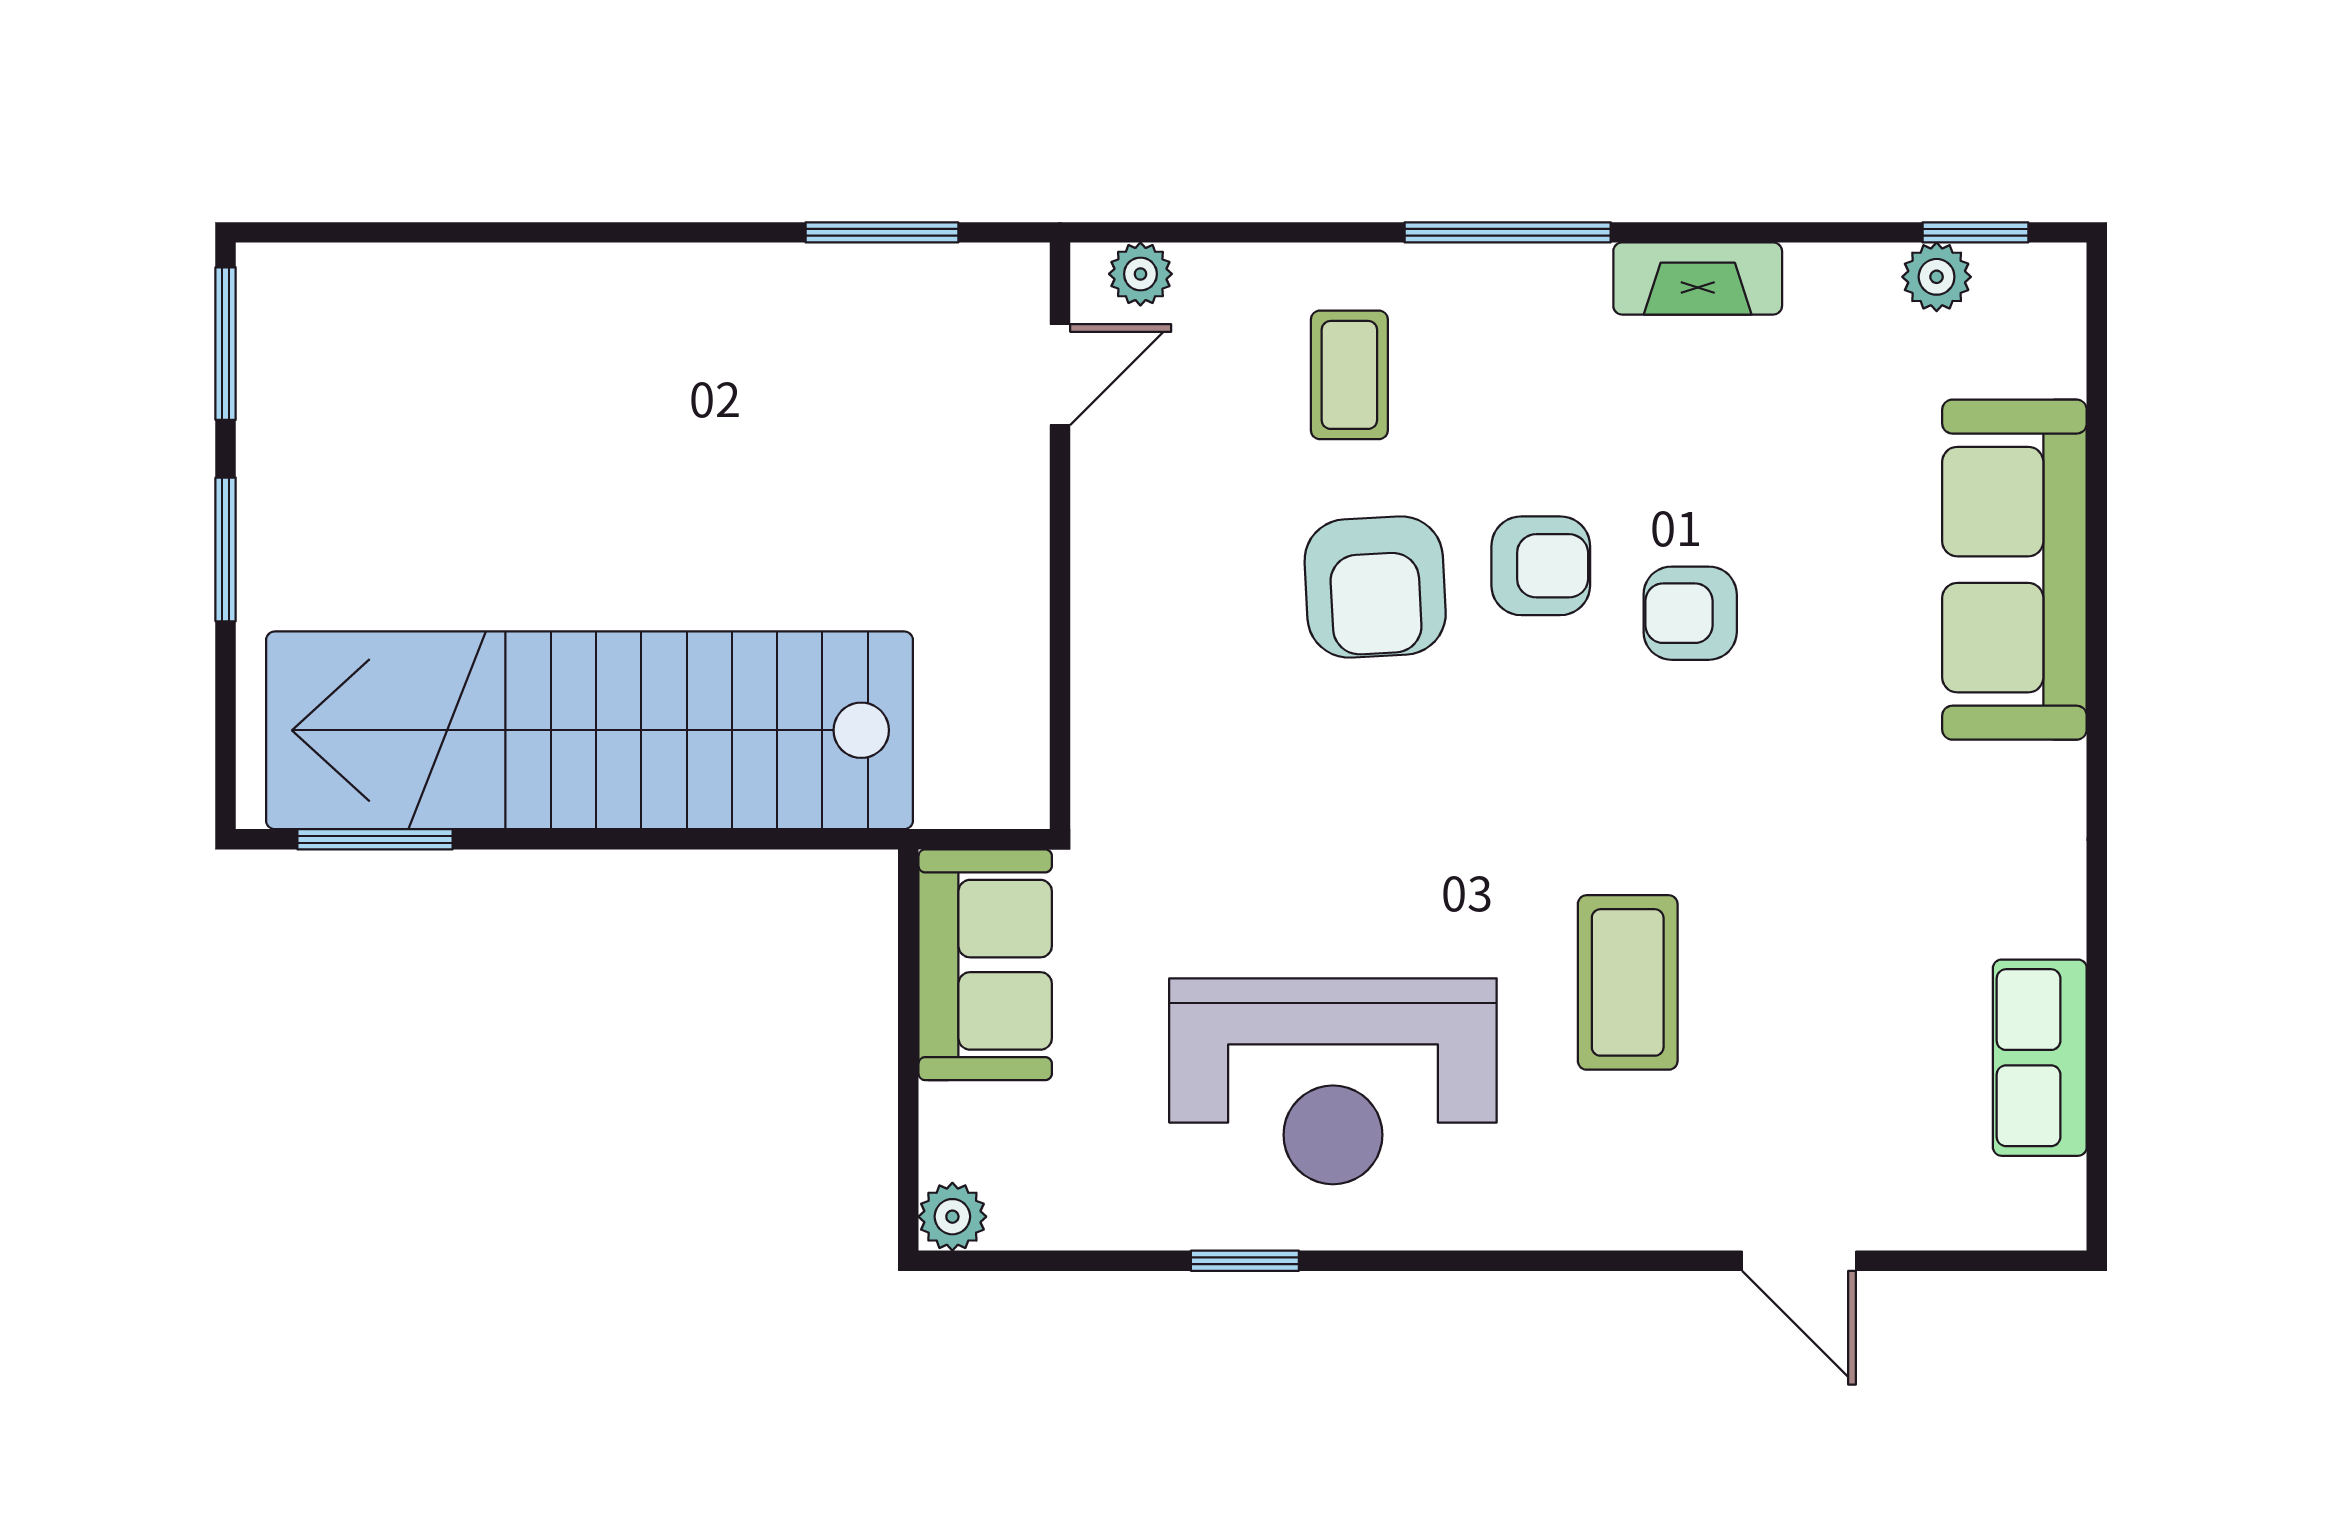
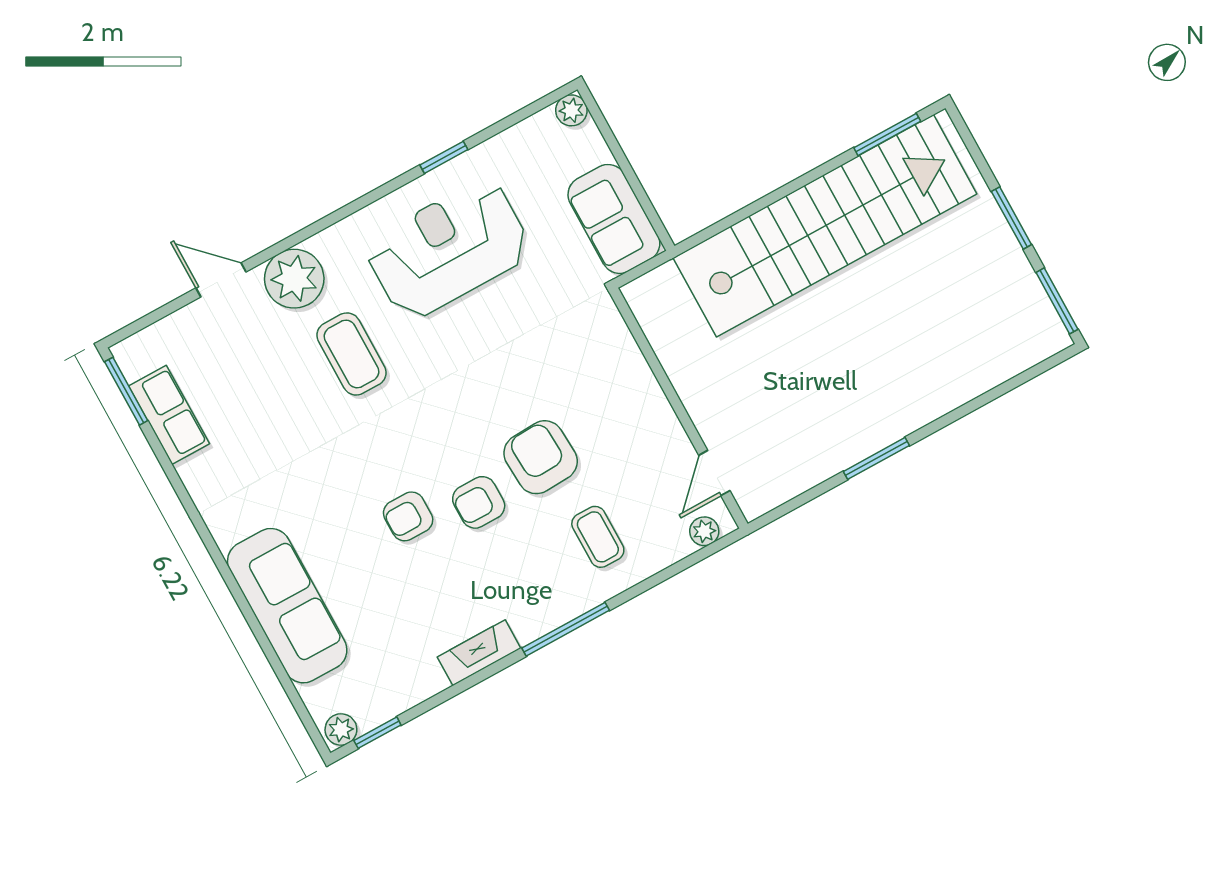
window: (882, 232) -> (876, 458), moved
plant: (1937, 277) -> (341, 729), moved
armchair: (1690, 613) -> (408, 516), turned 180
window: (2097, 1148) -> (126, 391), added
plant: (1658, 1186) -> (294, 279), added

